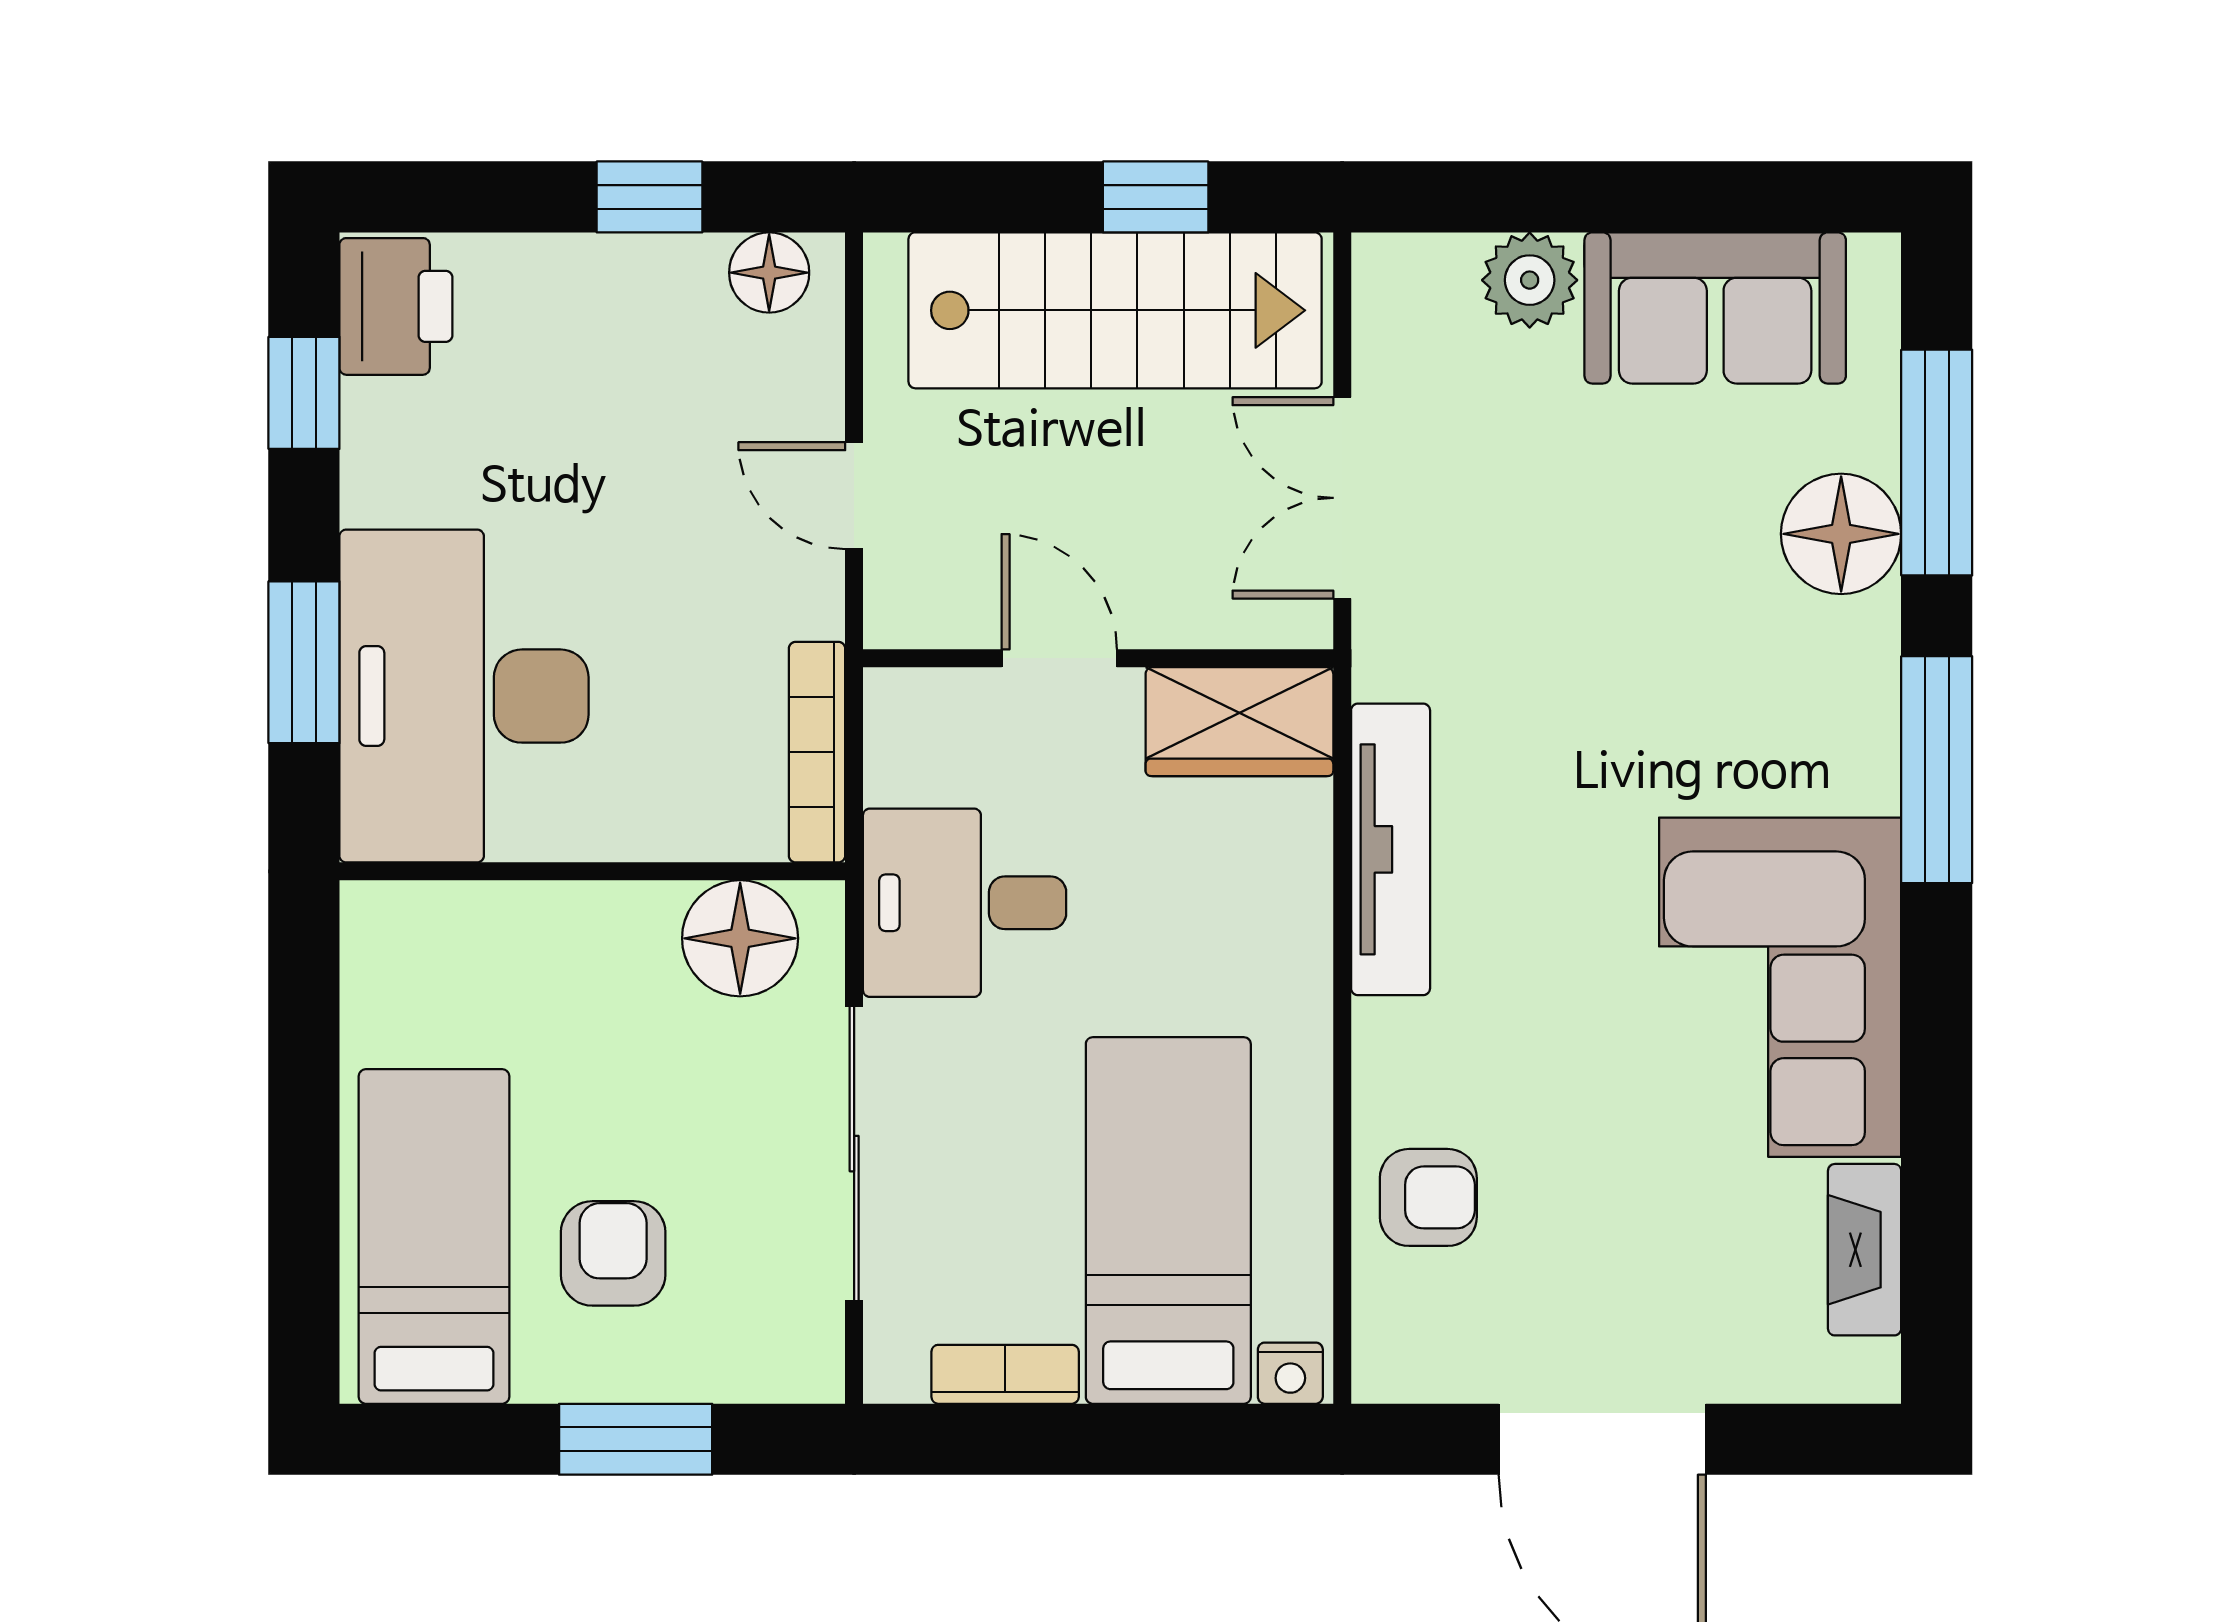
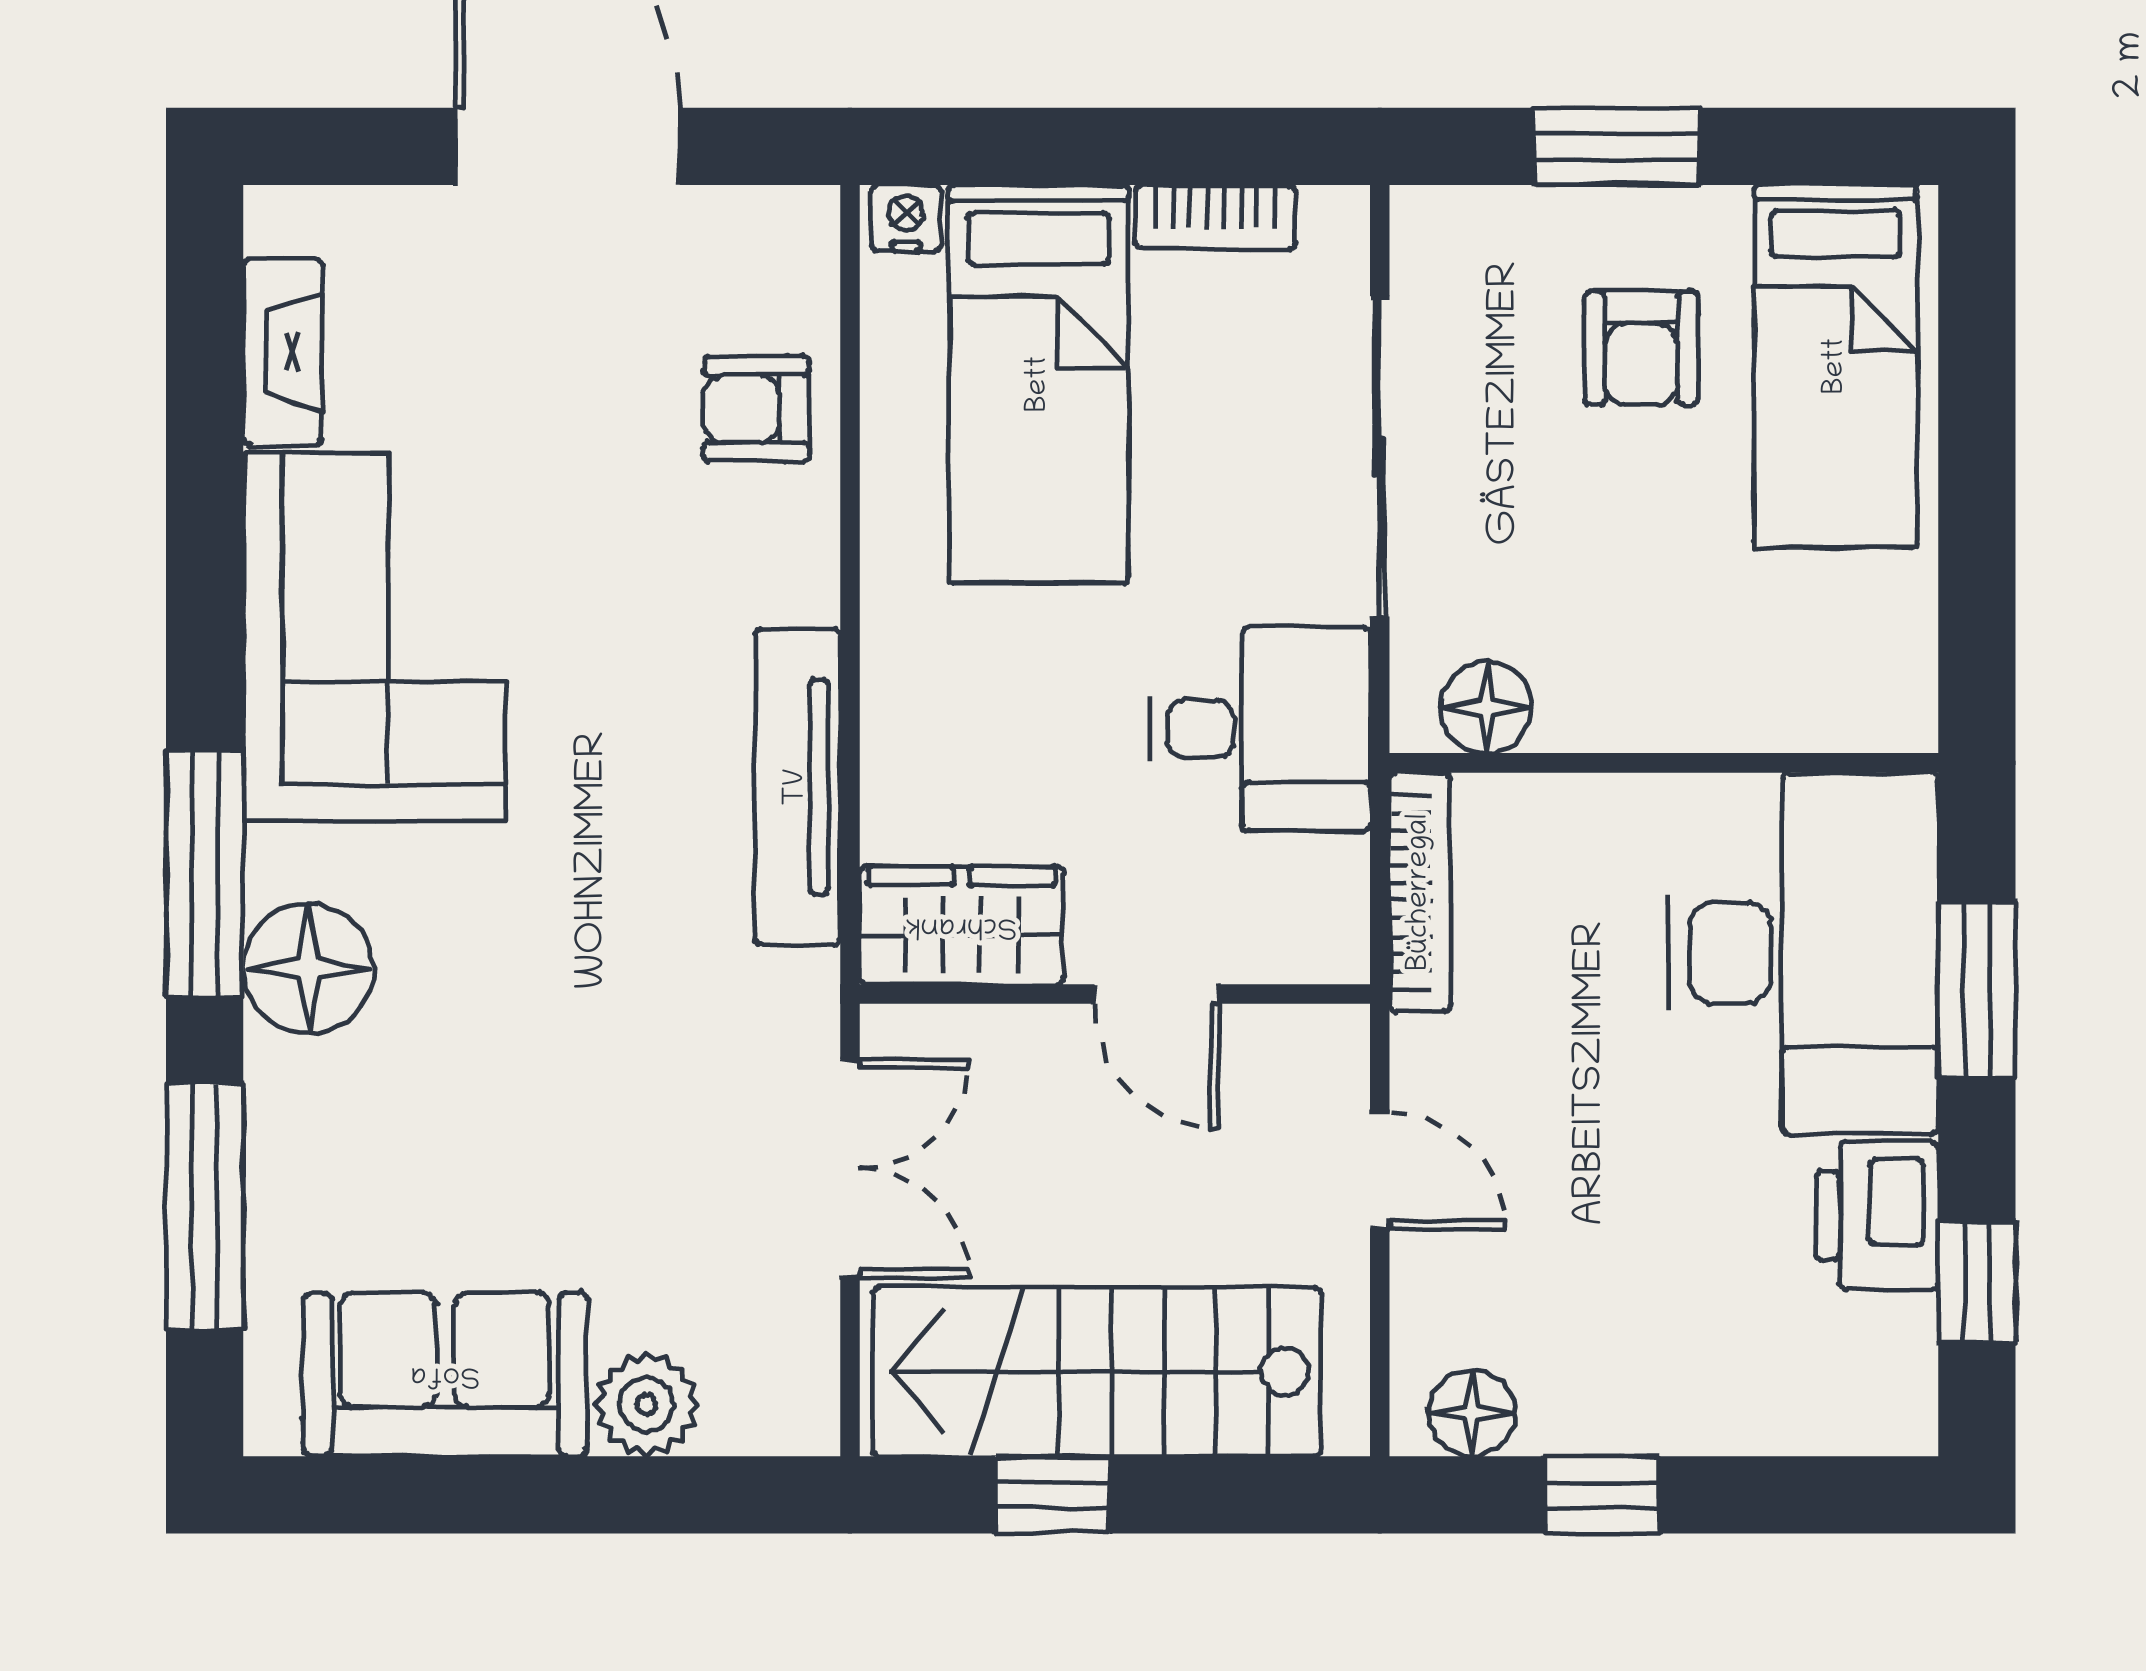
printer: (396, 306) -> (1877, 1216), moved
floor lamp: (1841, 534) -> (308, 969), moved
floor lamp: (740, 938) -> (1486, 707), width x0.73, depth x0.73

